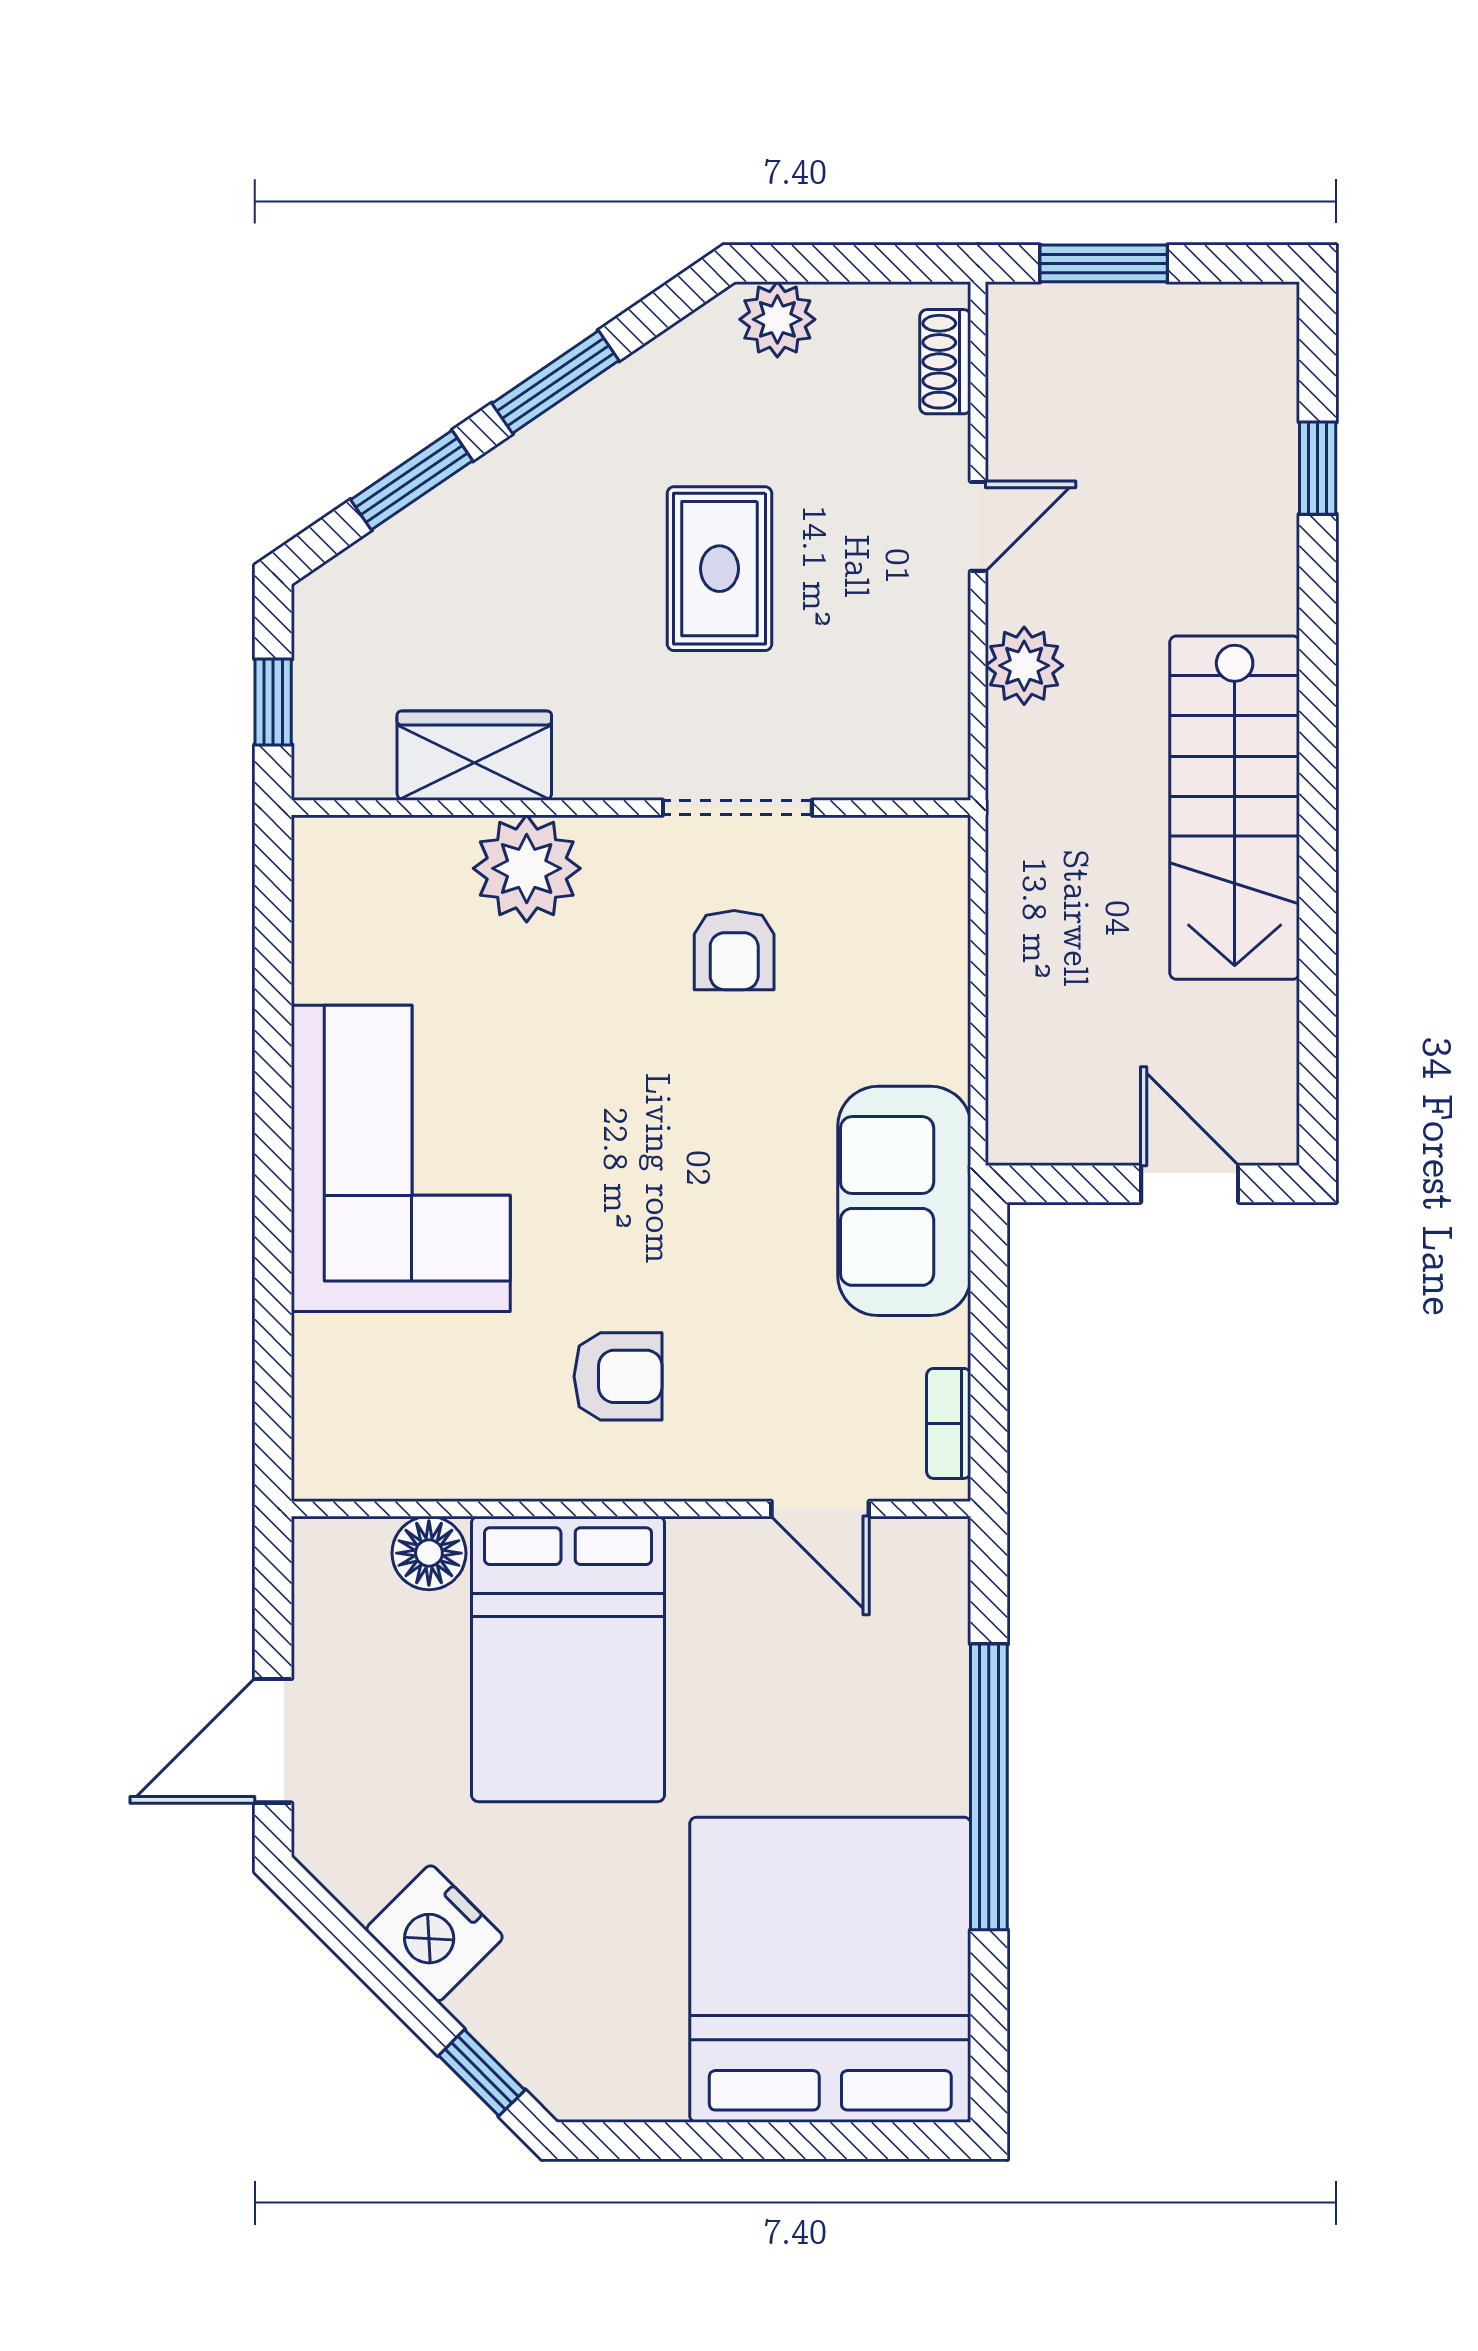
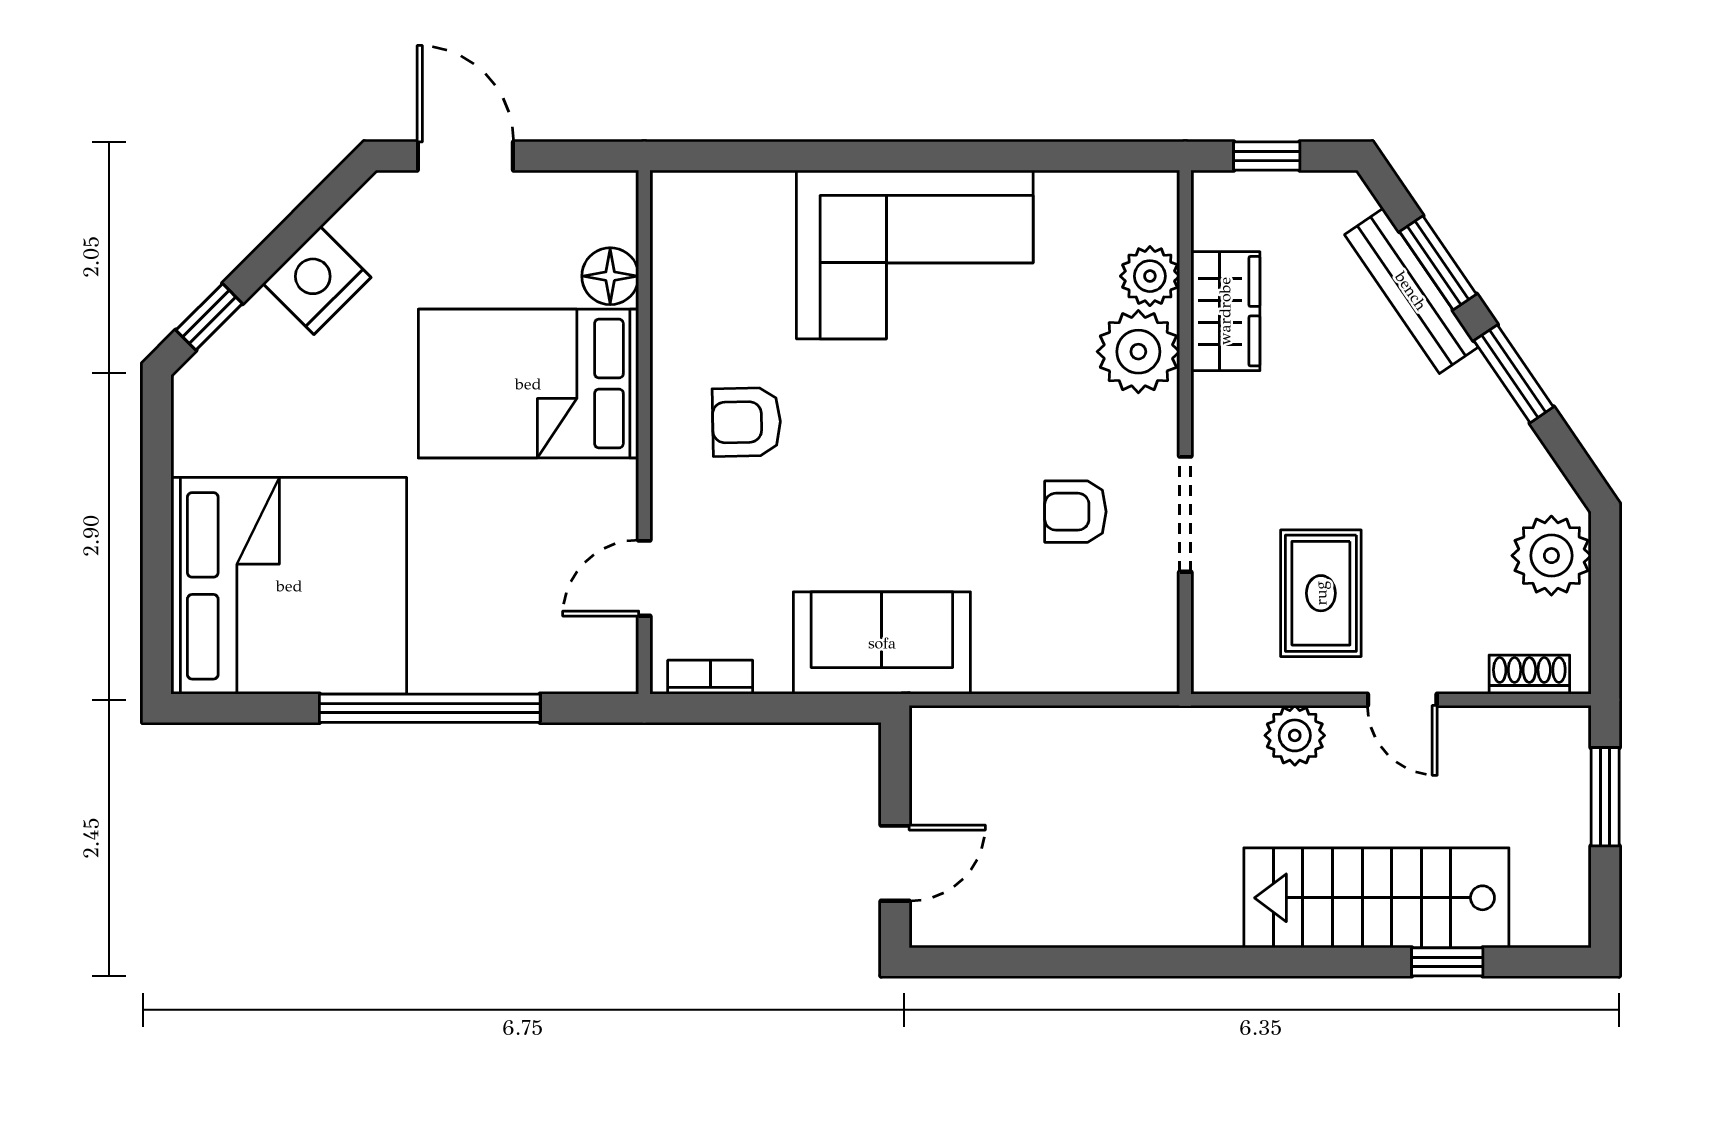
plant: (777, 319) -> (1551, 556), width x1.36, depth x1.36
bench: (448, 515) -> (1411, 291), added
rug: (719, 569) -> (1321, 593), moved, turned 90
stairs: (1235, 808) -> (1376, 898), moved
plant: (429, 853) -> (1150, 276), added
armchair: (618, 1376) -> (747, 422), turned 89

